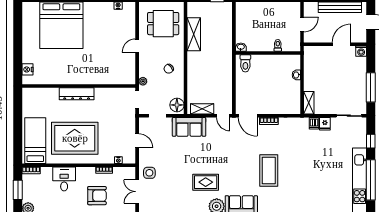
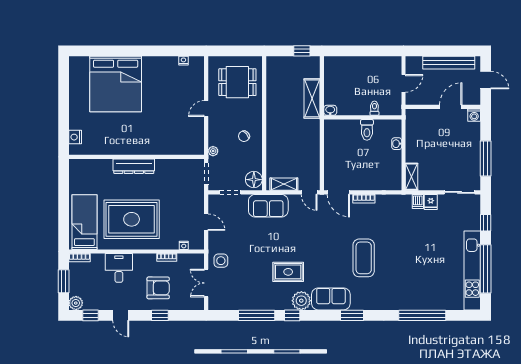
shelving: (194, 34) -> (312, 98), moved
toilet: (245, 63) -> (367, 130), moved

